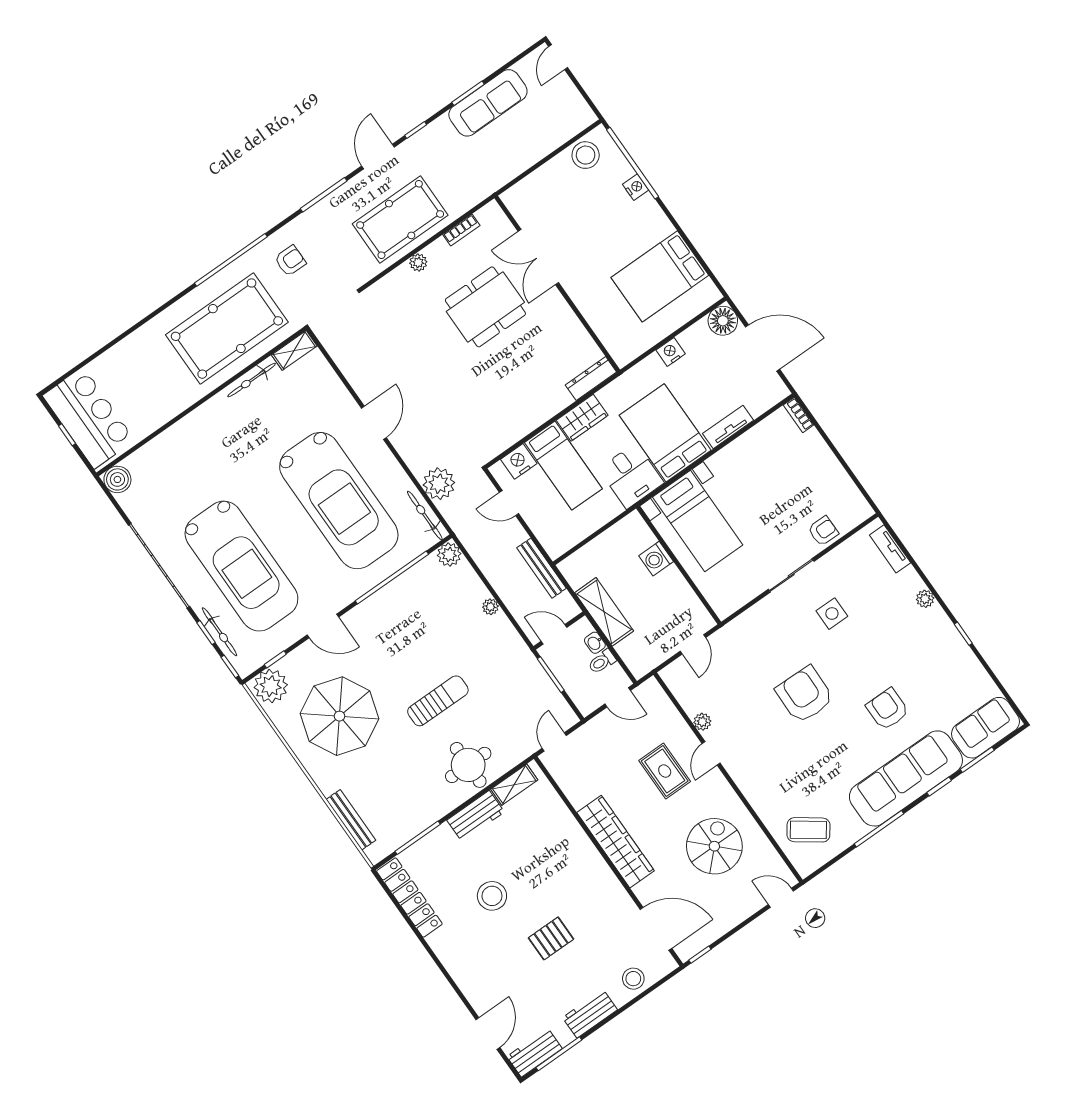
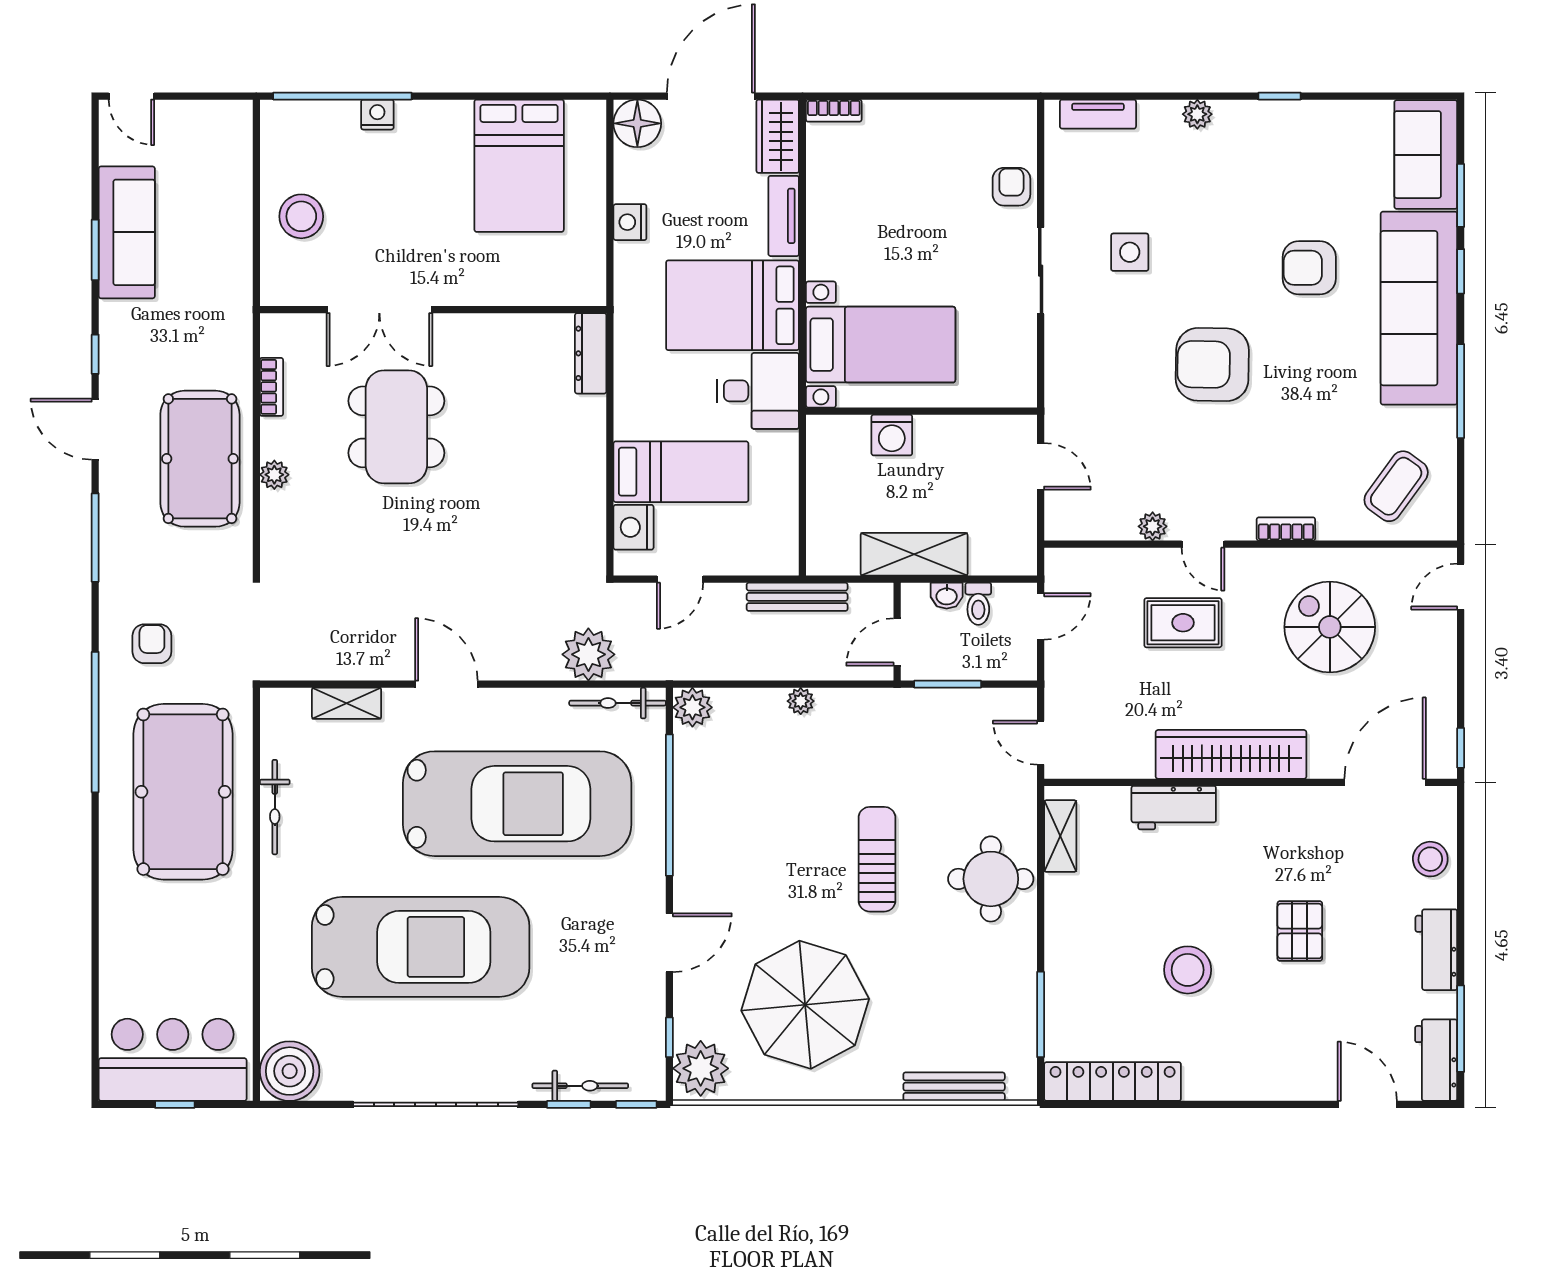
stool: (586, 155) -> (301, 216), moved
shelving: (294, 350) -> (347, 703), moved, turned 90
wardrobe: (582, 418) -> (778, 136), moved, turned 180
boiler: (117, 479) -> (290, 1071), width x1.37, depth x1.37
car: (241, 566) -> (421, 947), moved
bookcase: (748, 790) -> (1286, 529), added
workbench: (476, 816) -> (1174, 808), moved, turned 90

